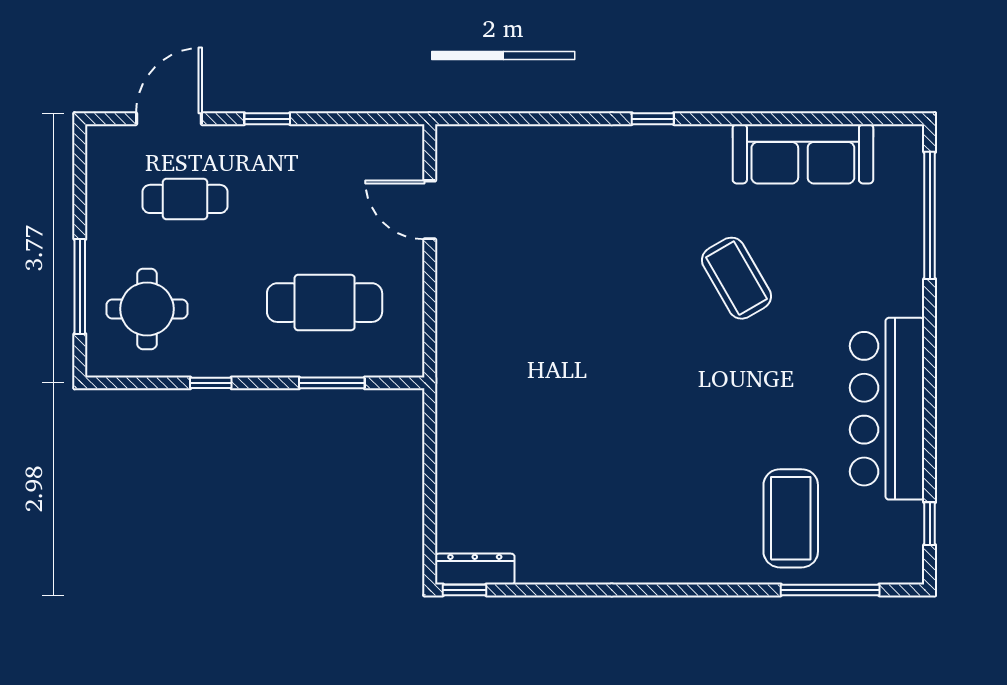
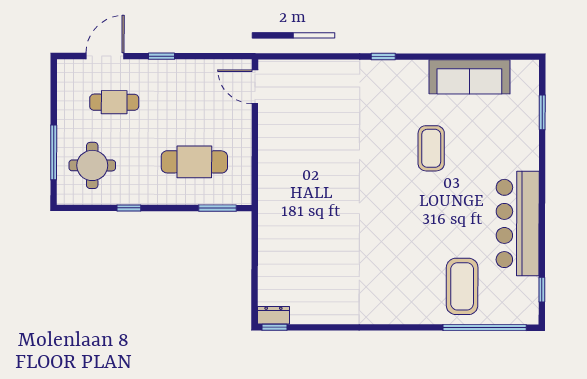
door: (430, 210) -> (255, 87), moved
window: (930, 215) -> (542, 112), width x0.47
coffee table: (737, 278) -> (431, 148), turned 30
window: (332, 383) -> (217, 208), moved
dresser: (475, 569) -> (273, 315), width x0.70
window: (830, 590) -> (485, 328), width x1.46

